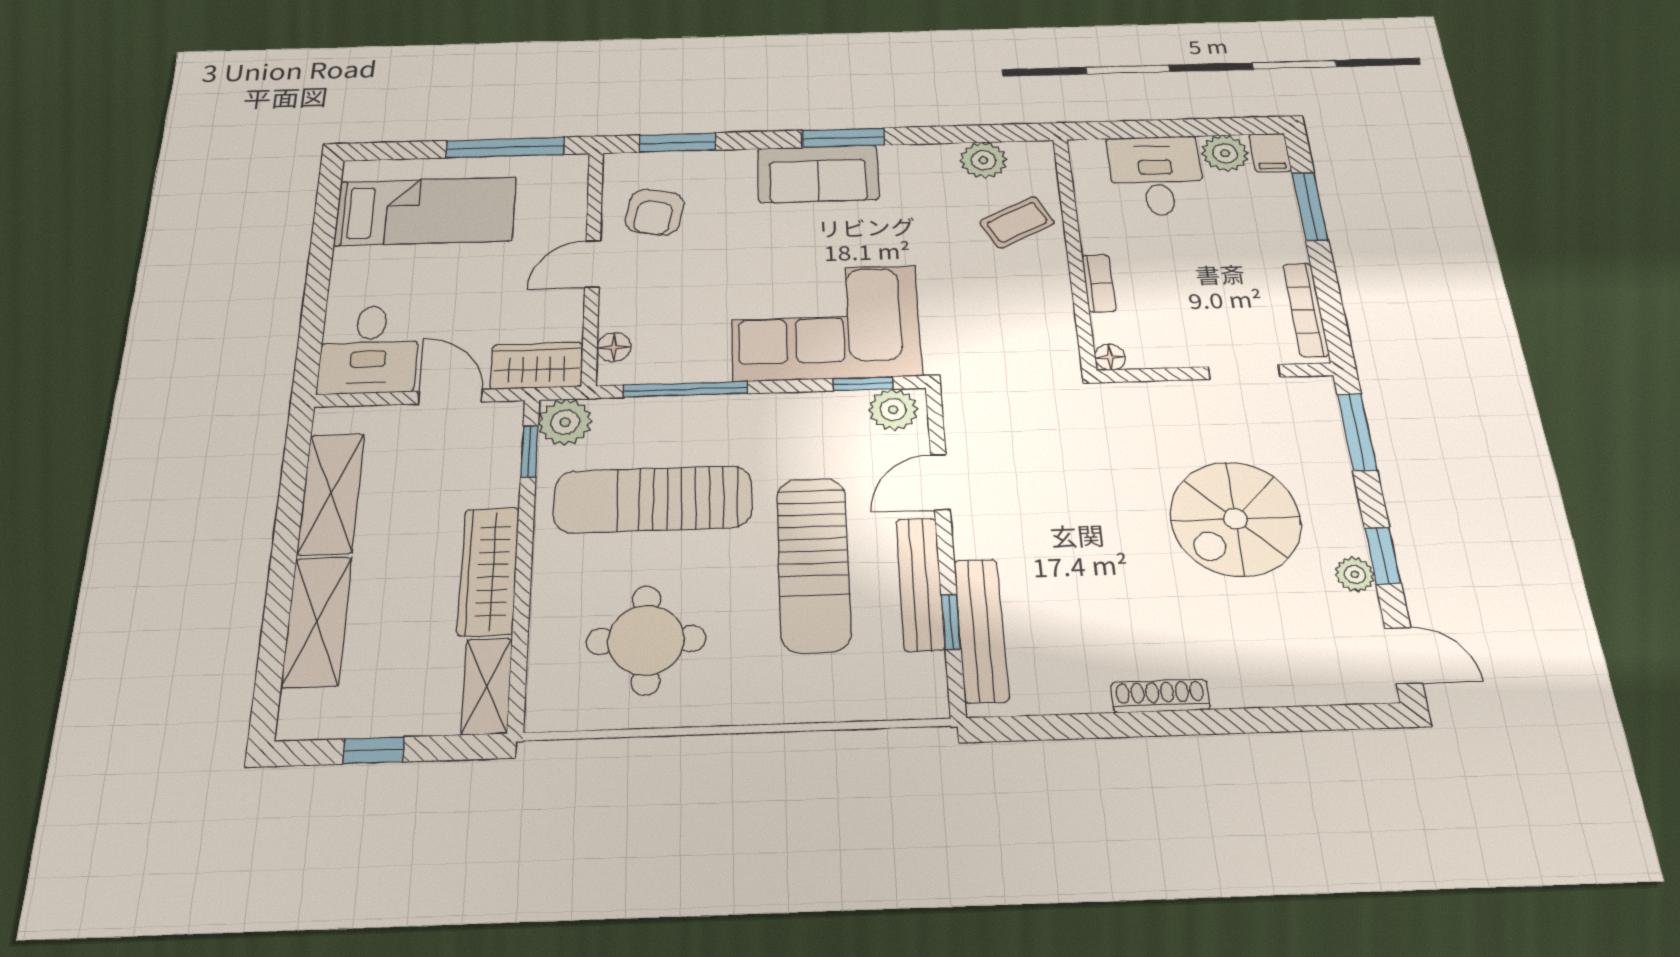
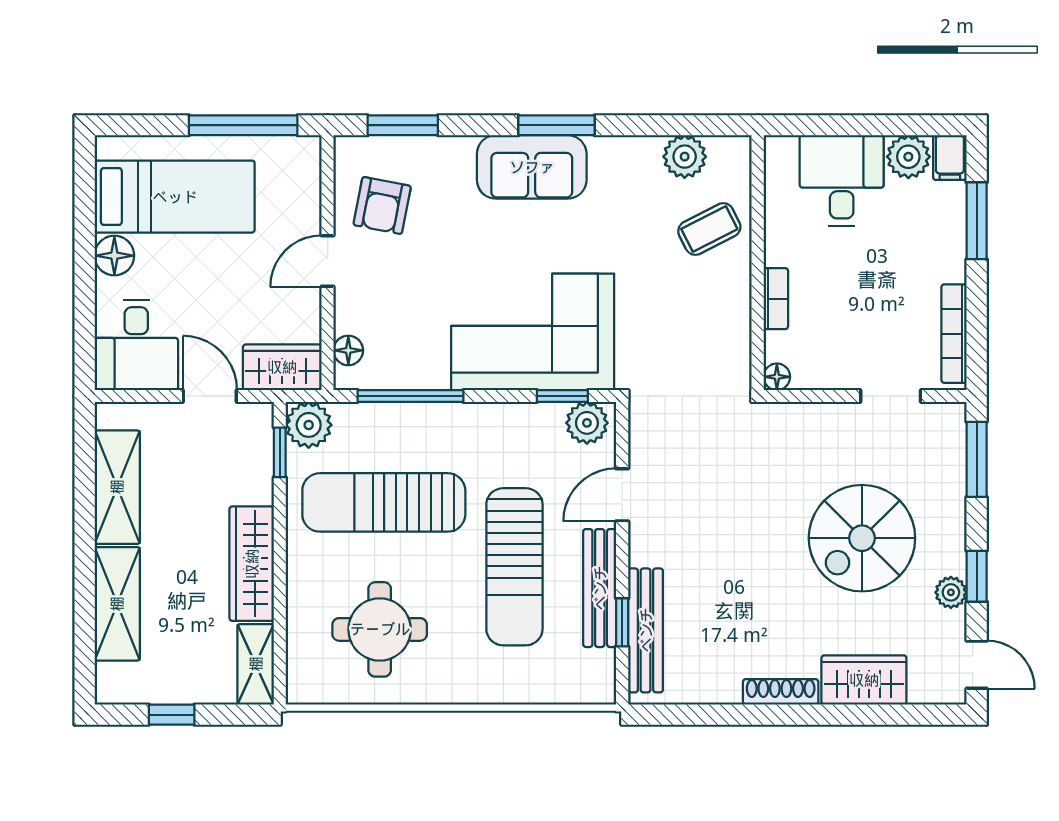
floor lamp: (353, 266) -> (114, 256), added
wardrobe: (1264, 678) -> (864, 680), added

